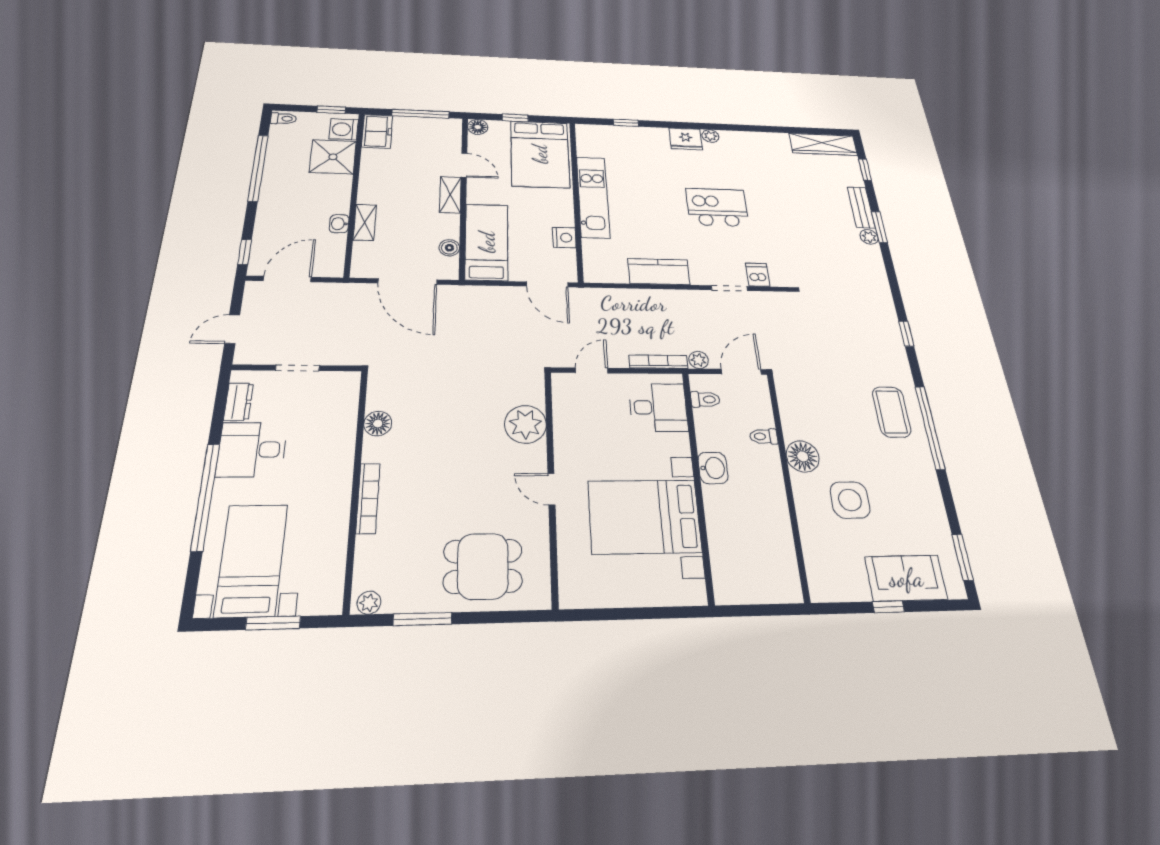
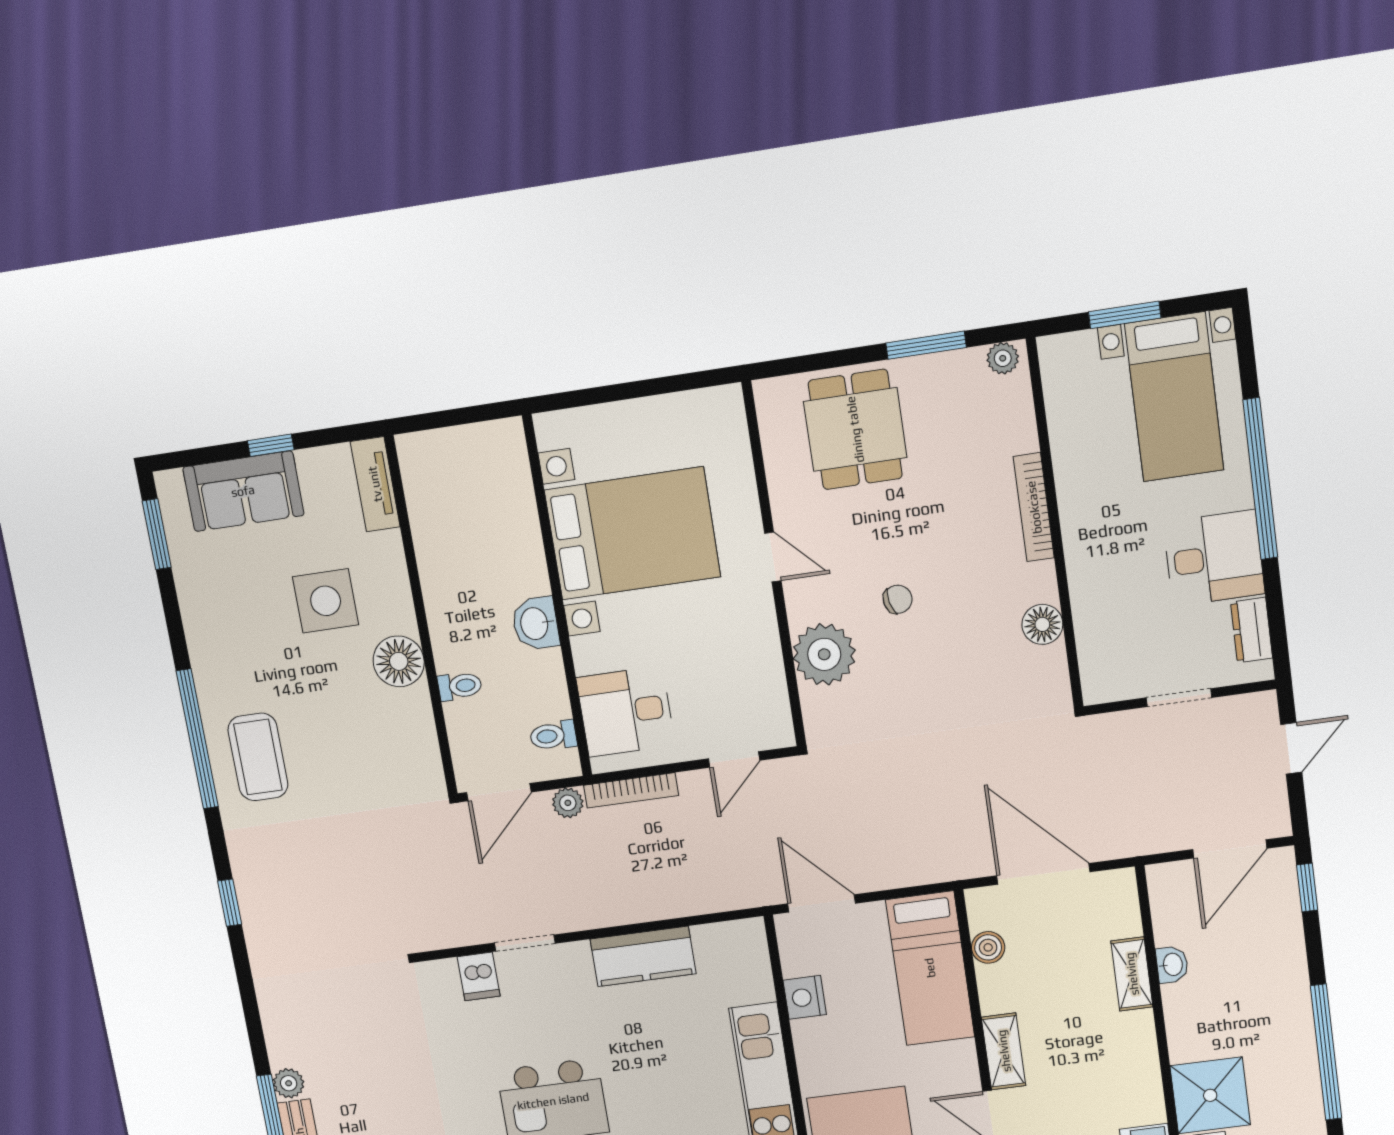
chair: (472, 452) -> (898, 599), added
dining table: (483, 566) -> (855, 429), turned 90
tv unit: (817, 571) -> (375, 484), added

